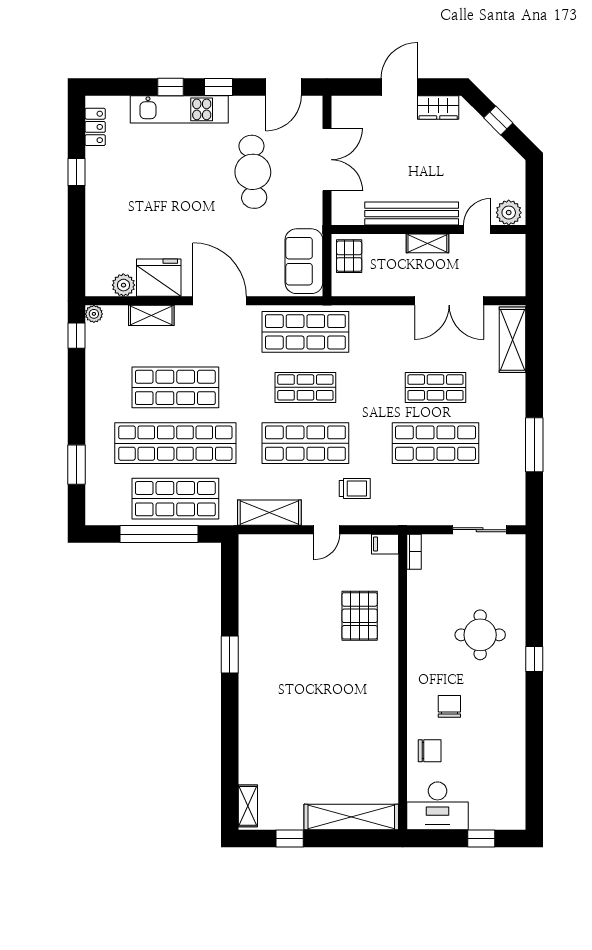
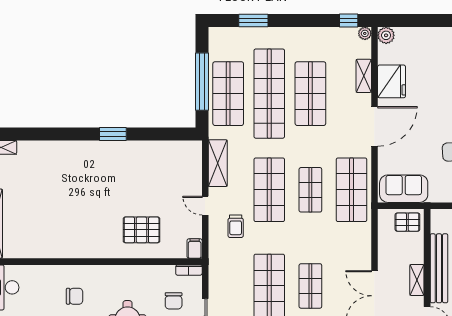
plant: (123, 285) -> (386, 35), moved
chair: (430, 751) -> (174, 301), moved

